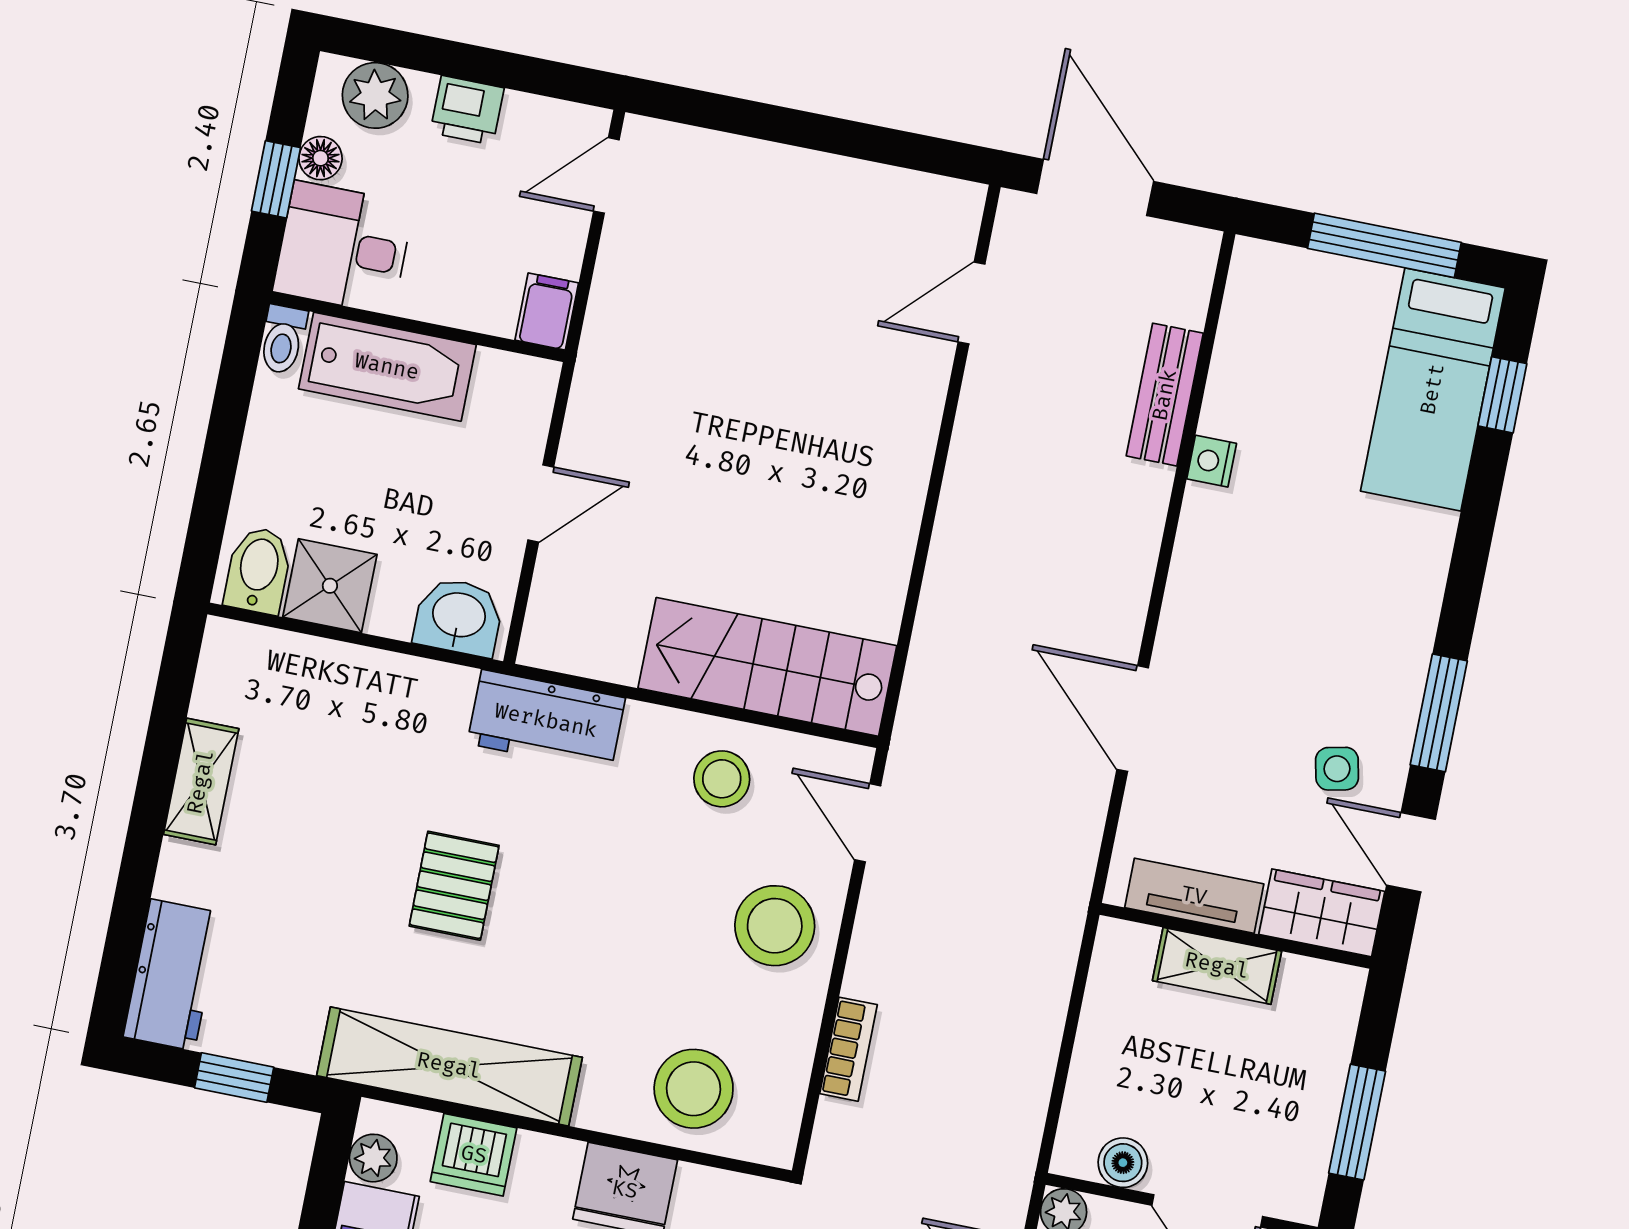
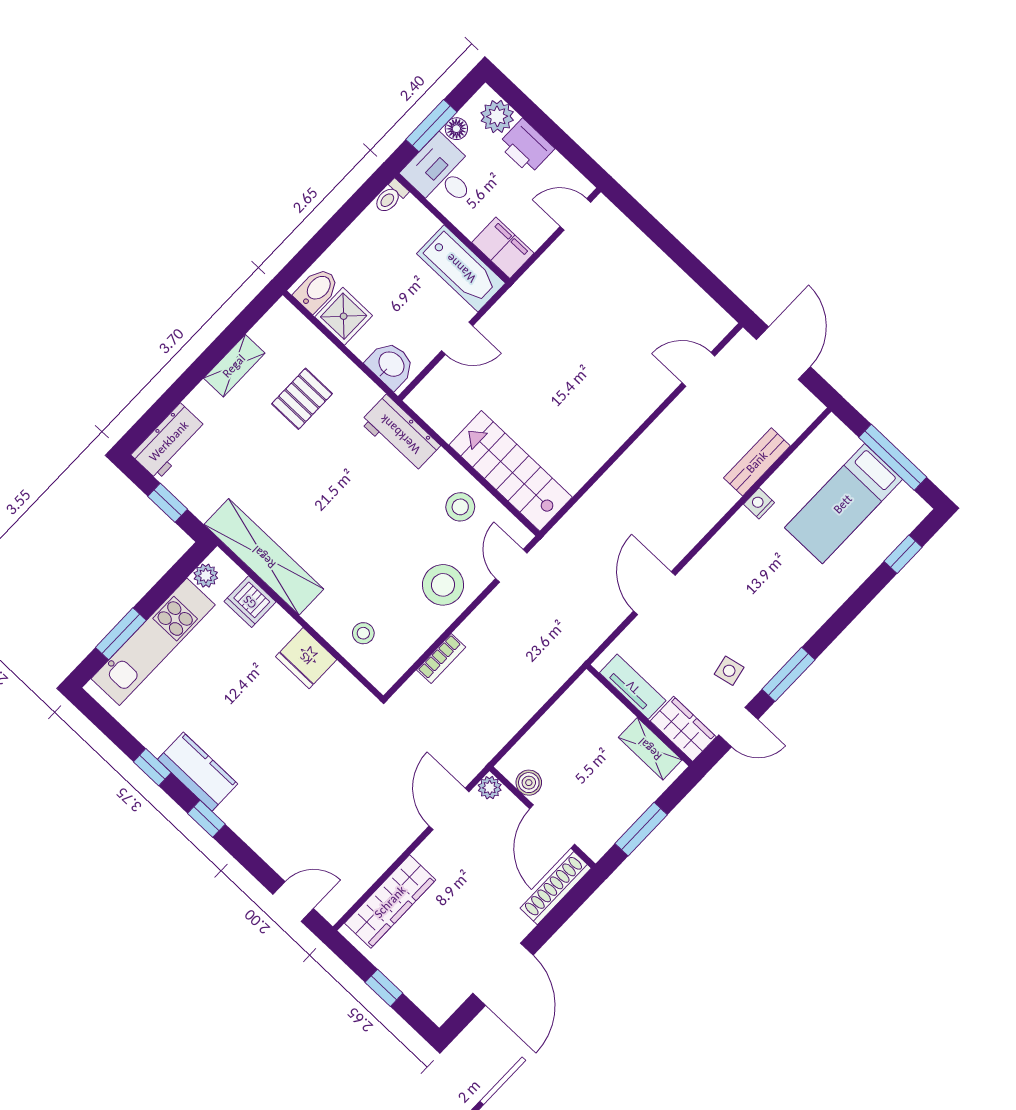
printer: (467, 110) -> (526, 147), width x1.36, depth x1.24
window: (276, 179) -> (431, 126), width x1.50
filing cabinet: (547, 312) -> (503, 248), width x2.00
bathtub: (387, 367) -> (461, 268), moved
bed: (1433, 389) -> (843, 504), moved
door: (1411, 852) -> (738, 727), swing flipped
pallet: (454, 886) -> (302, 399), moved
shelving: (1217, 966) -> (650, 749), moved
stool: (694, 1089) -> (363, 633), width x0.53, depth x0.53

